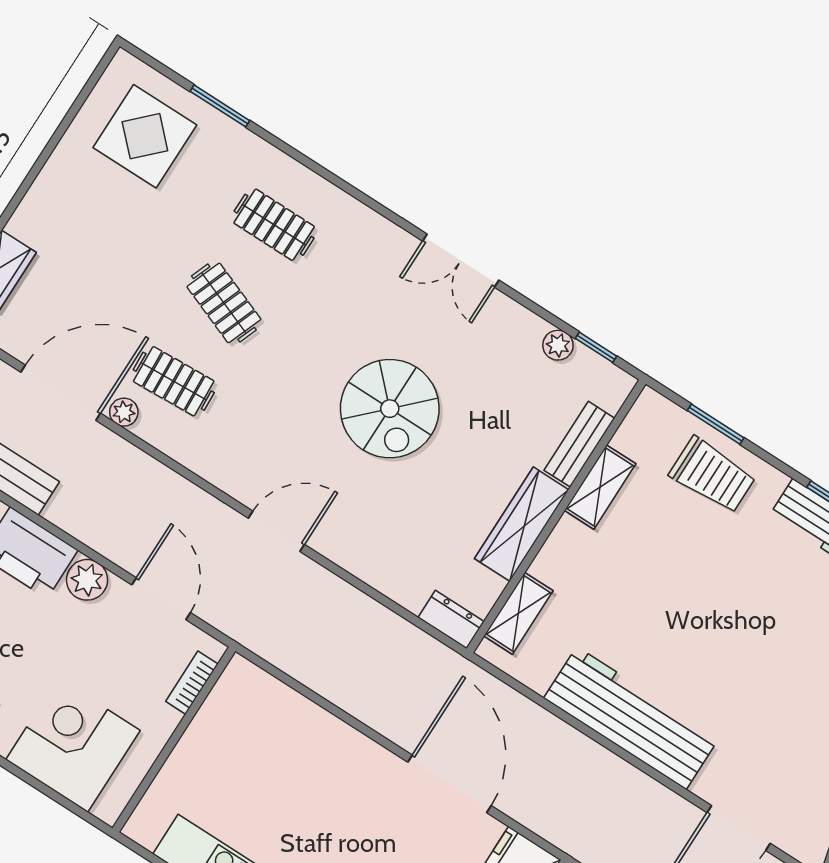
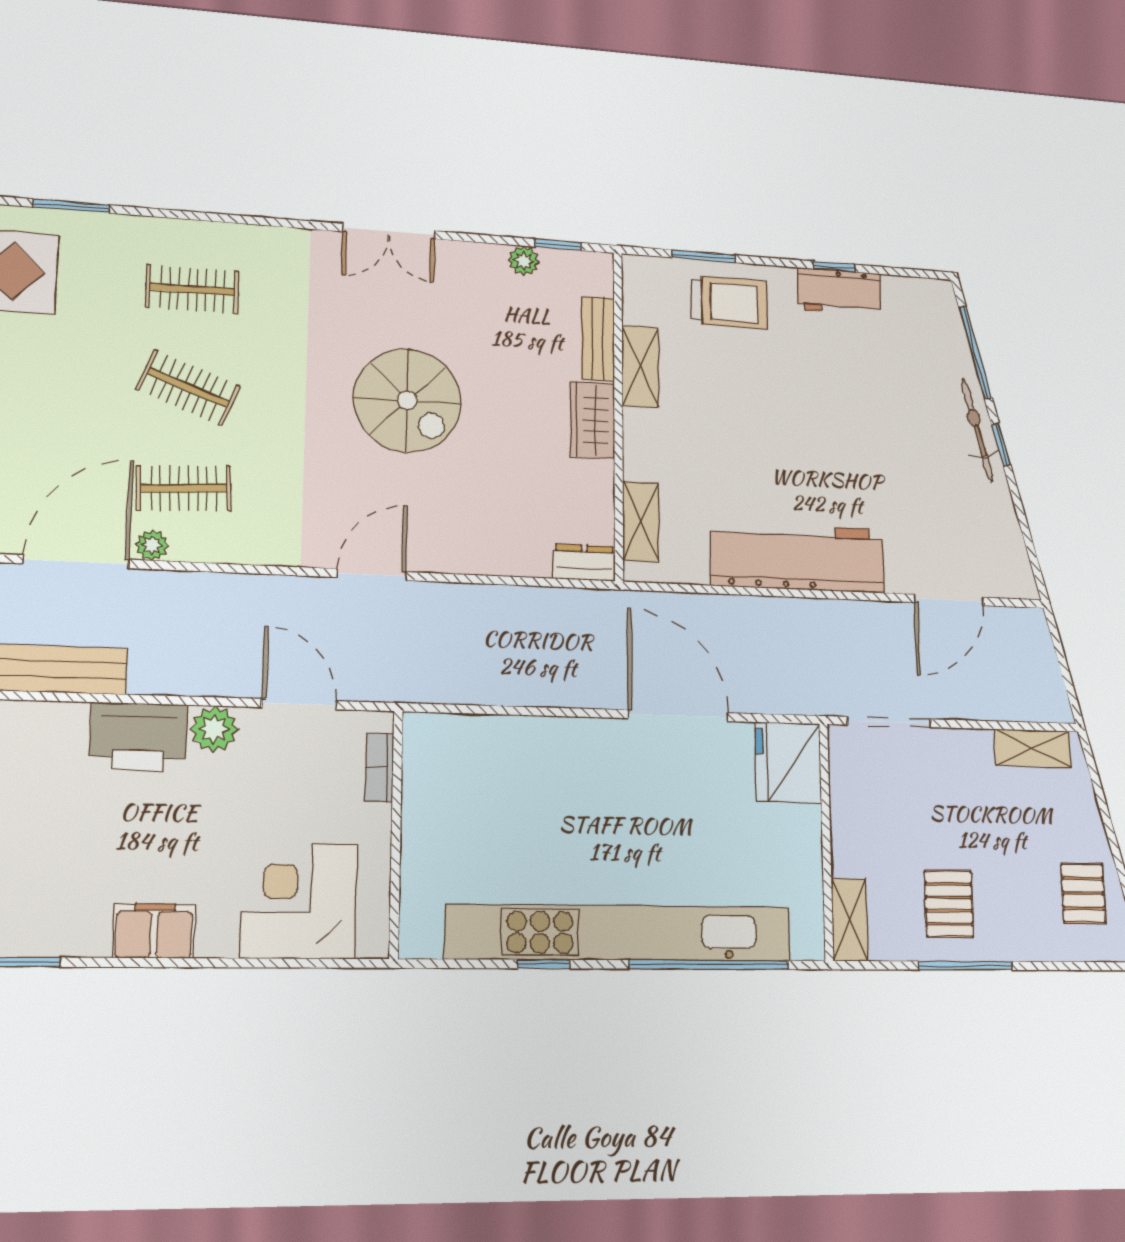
wardrobe: (522, 524) -> (592, 420), width x0.67

